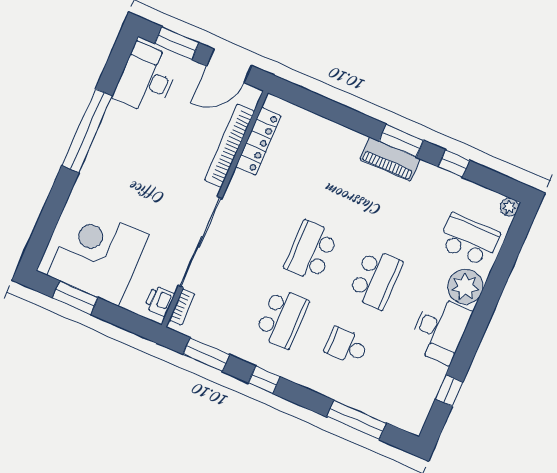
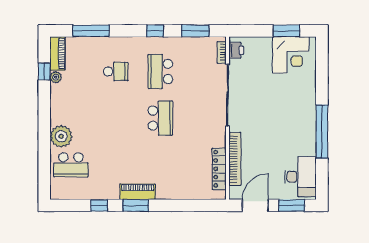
plant: (509, 207) -> (56, 77), moved
corner desk: (98, 255) -> (291, 55), width x0.74, depth x0.74
school desk: (376, 279) -> (116, 118), removed
desk: (440, 330) -> (65, 105), removed
piano: (419, 408) -> (58, 53), added

